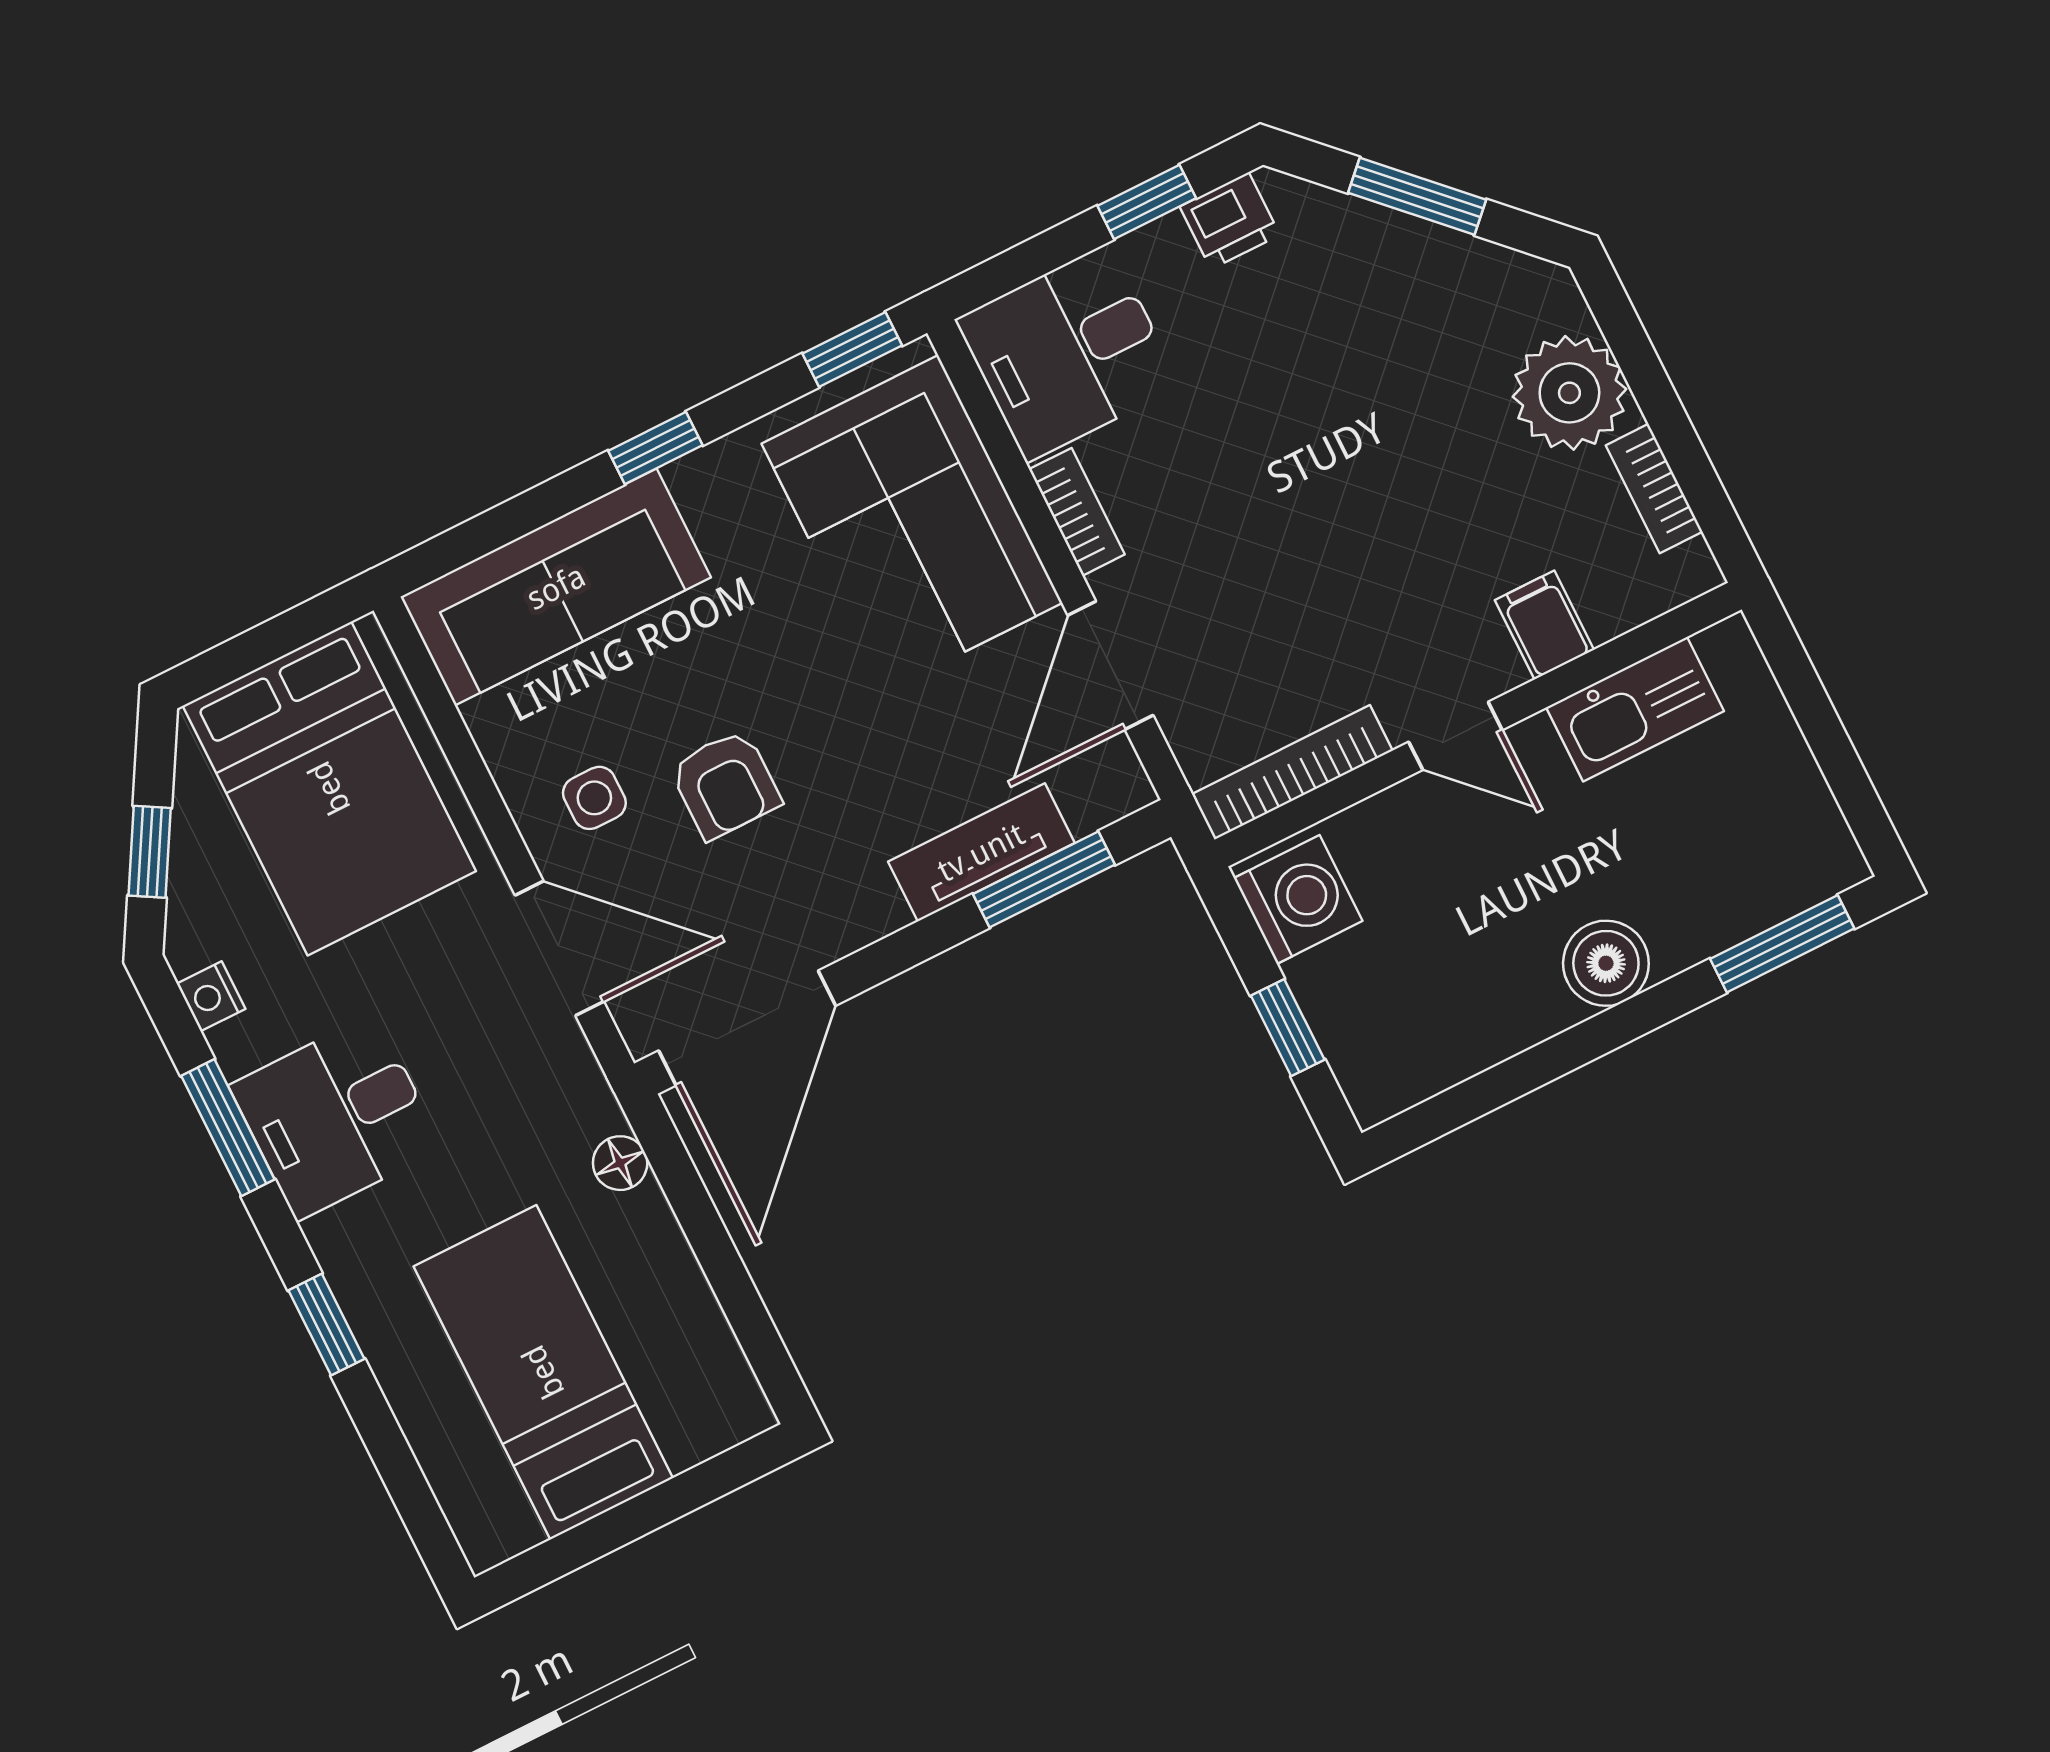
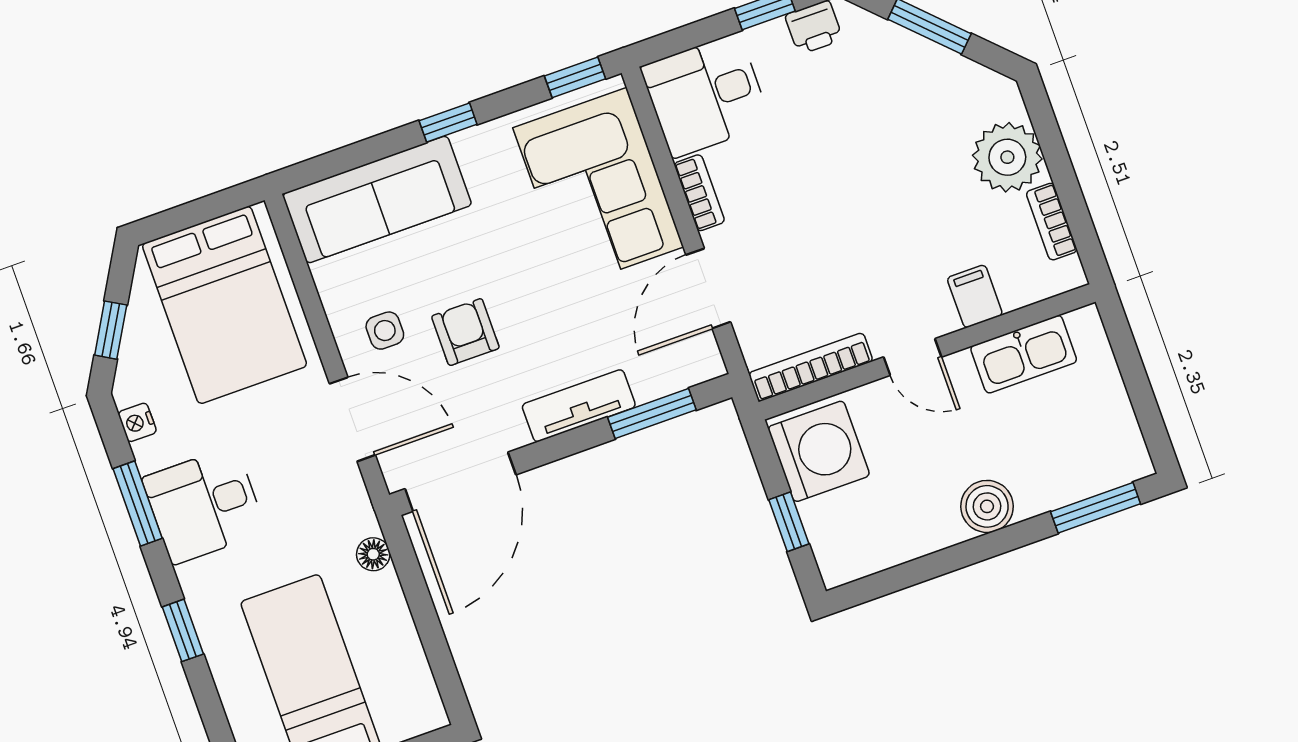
armchair: (725, 784) -> (465, 332), turned 180
tv unit: (981, 852) -> (579, 406), moved
washing machine: (1298, 899) -> (819, 451), width x1.37, depth x1.37

